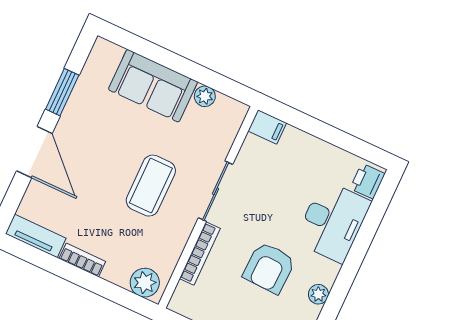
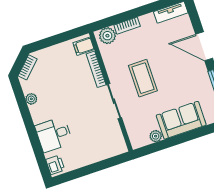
filing cabinet: (267, 127) -> (84, 46), moved
desk: (333, 222) -> (54, 135), width x0.73
bookcase: (82, 260) -> (127, 26), moved
armchair: (269, 268) -> (62, 91), removed

